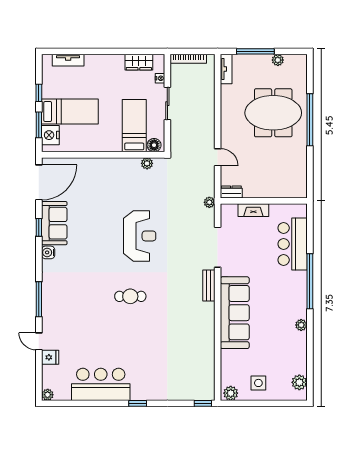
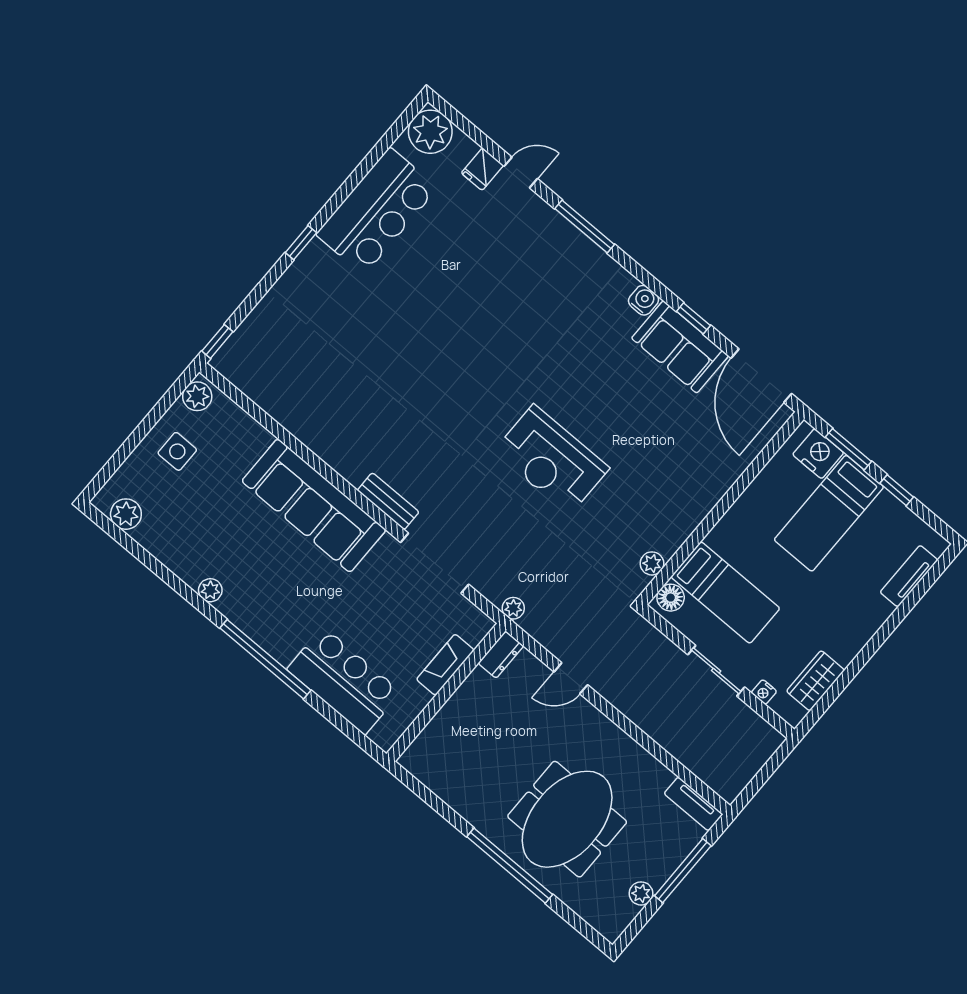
bookcase: (188, 59) -> (757, 760), removed
cafe table: (130, 296) -> (472, 368), removed
plant: (48, 395) -> (430, 132), width x1.87, depth x1.87

